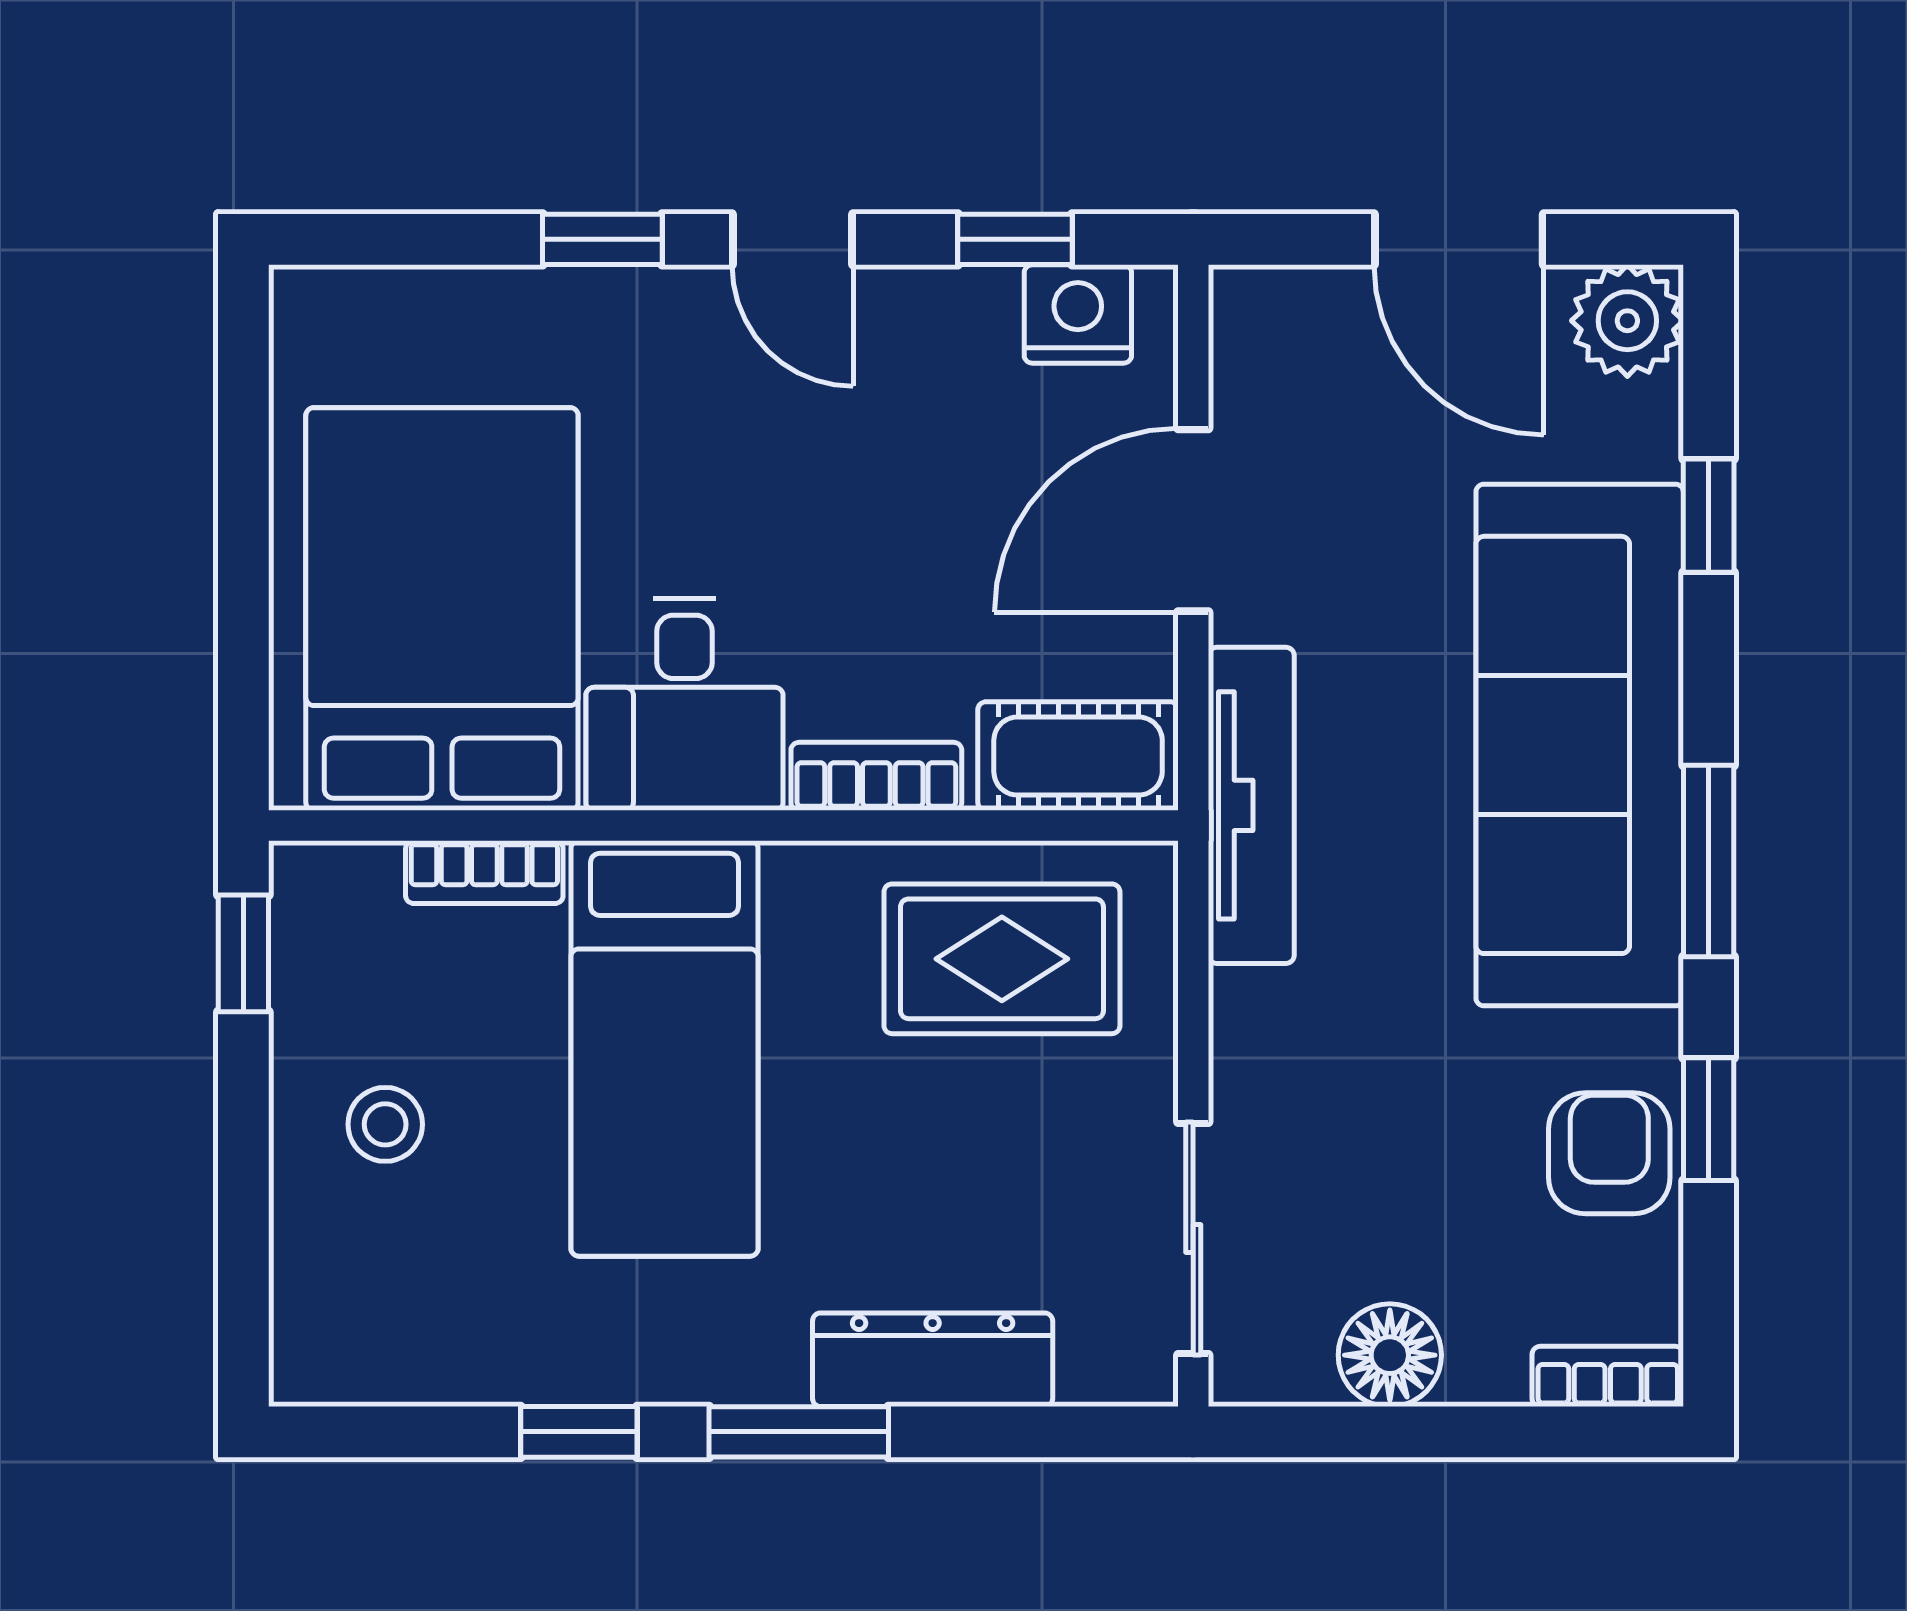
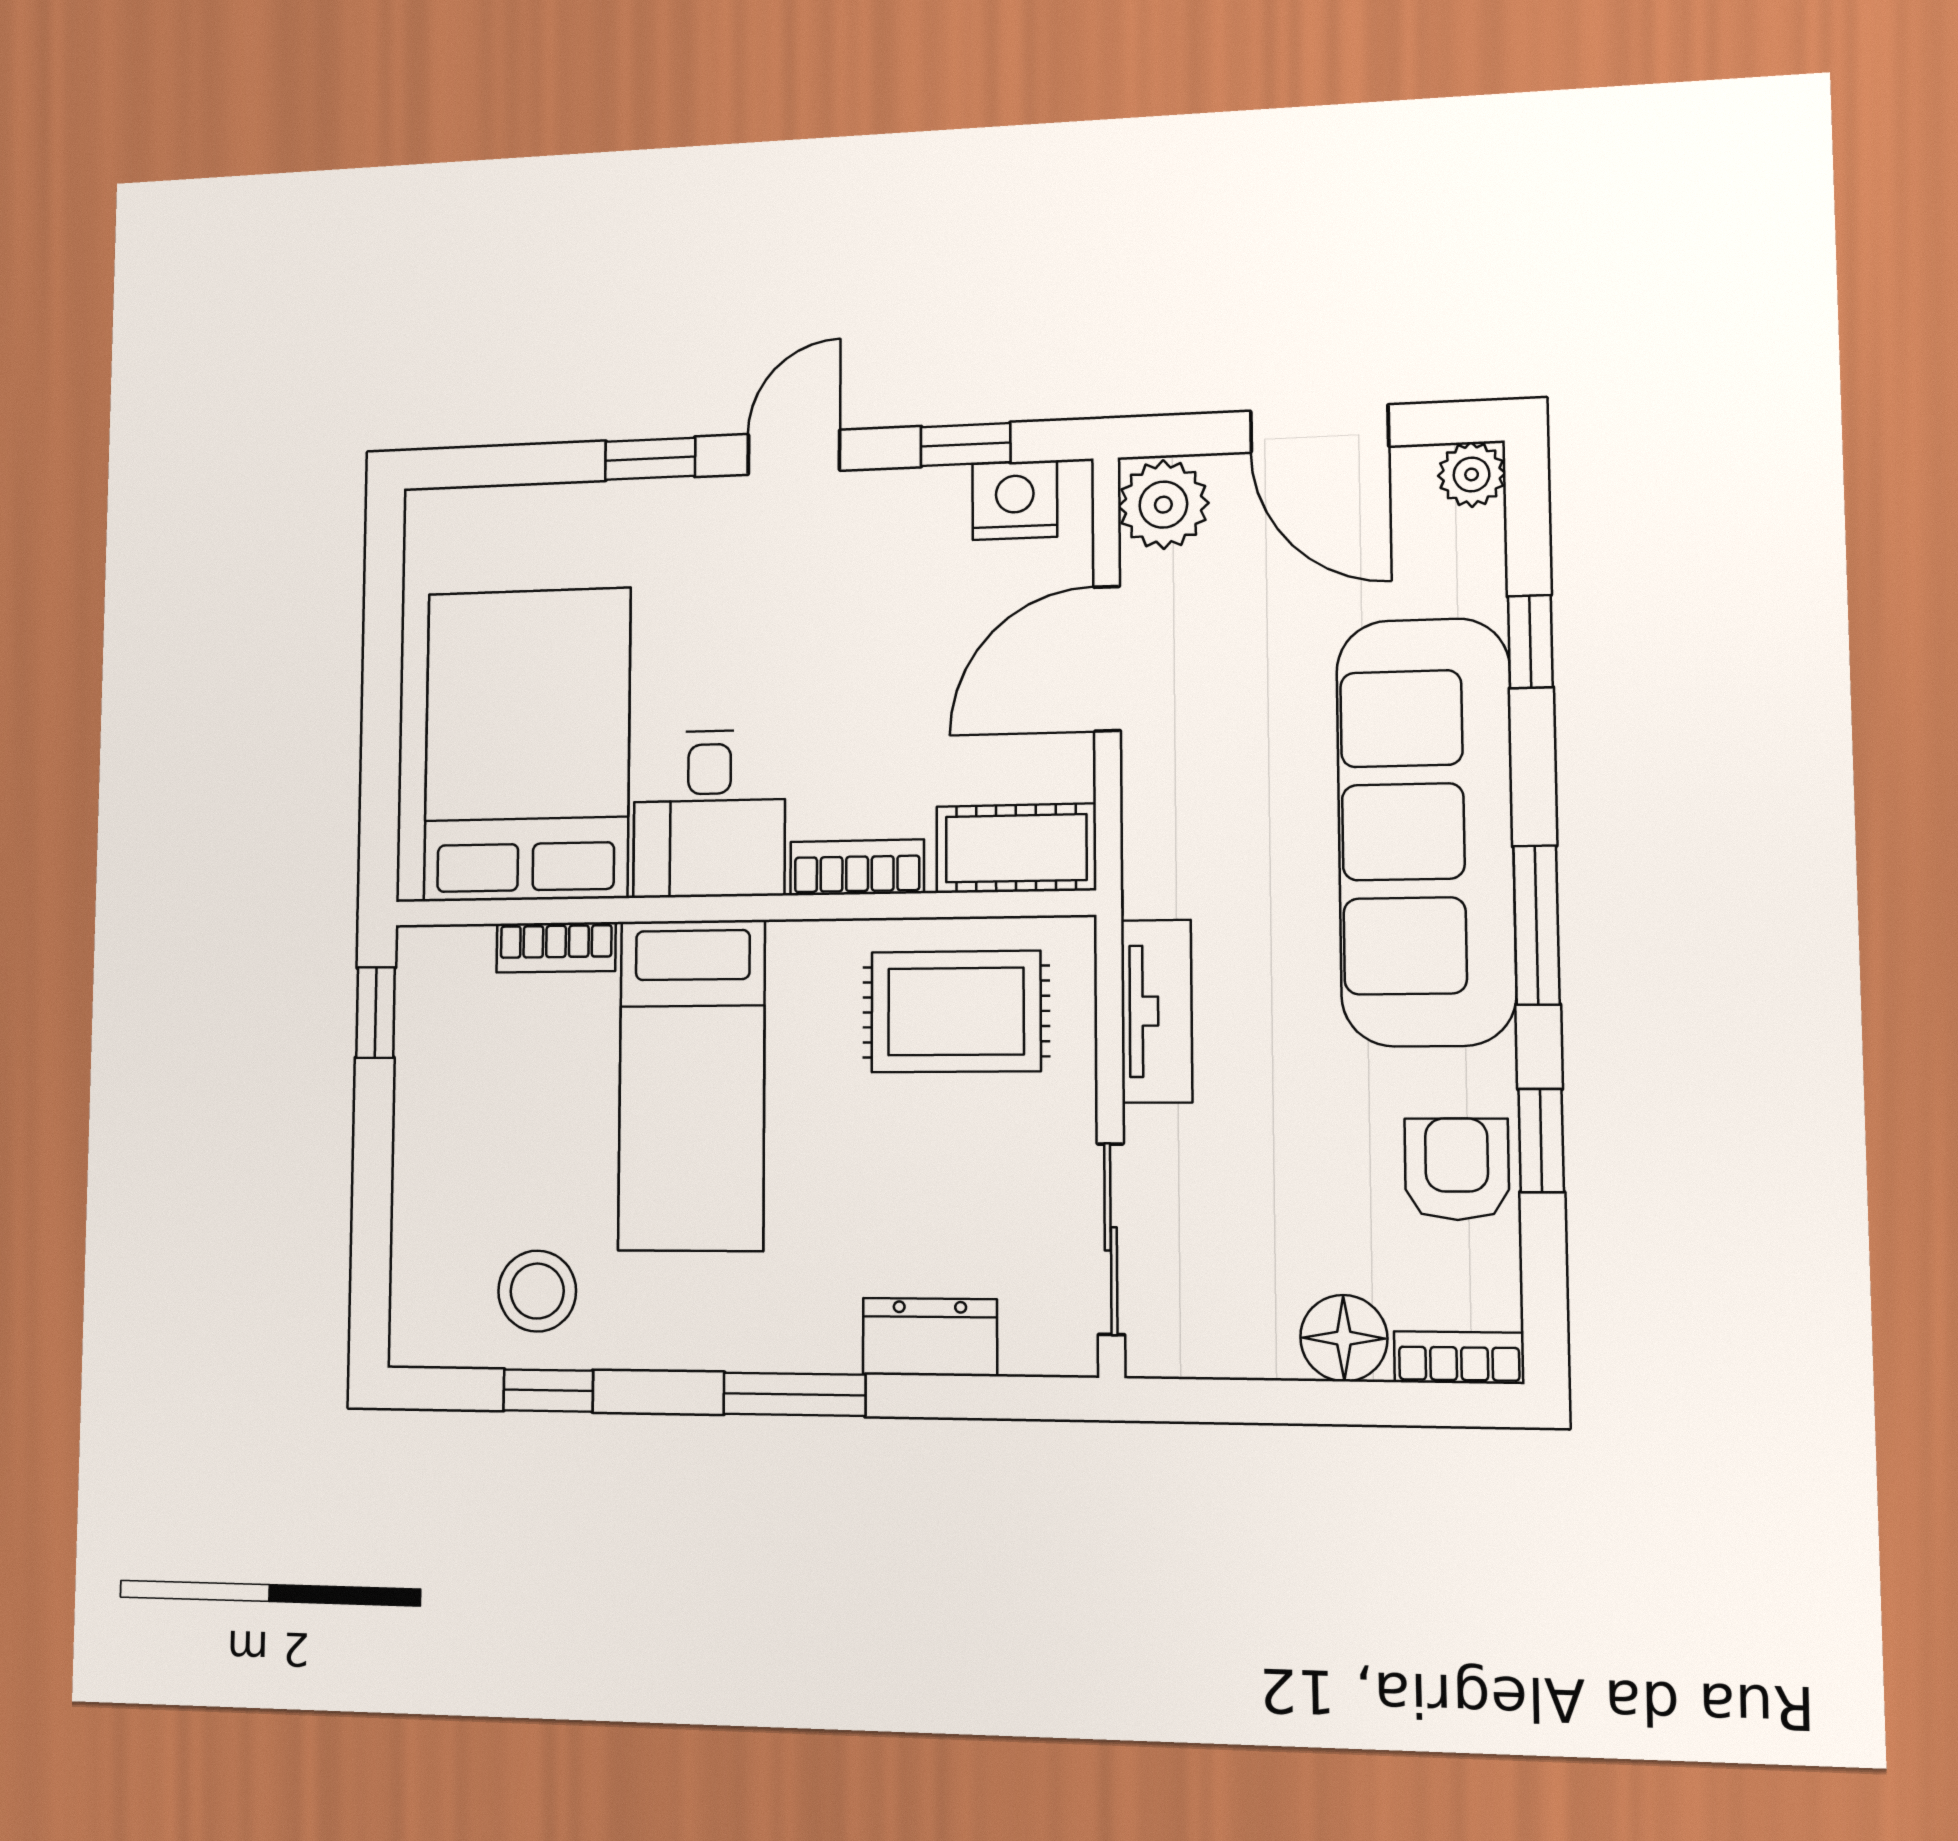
door: (792, 239) -> (794, 452), swing flipped
plant: (1627, 321) -> (1472, 474), width x0.73, depth x0.73
plant: (1265, 327) -> (1163, 505), added
tv unit: (1251, 805) -> (1156, 1011), moved, width x0.71
stool: (385, 1124) -> (537, 1291), moved, width x1.37, depth x1.37
floor lamp: (1390, 1355) -> (1344, 1338), moved
dresser: (933, 1360) -> (930, 1337), width x0.70
window: (579, 1432) -> (548, 1390), moved

